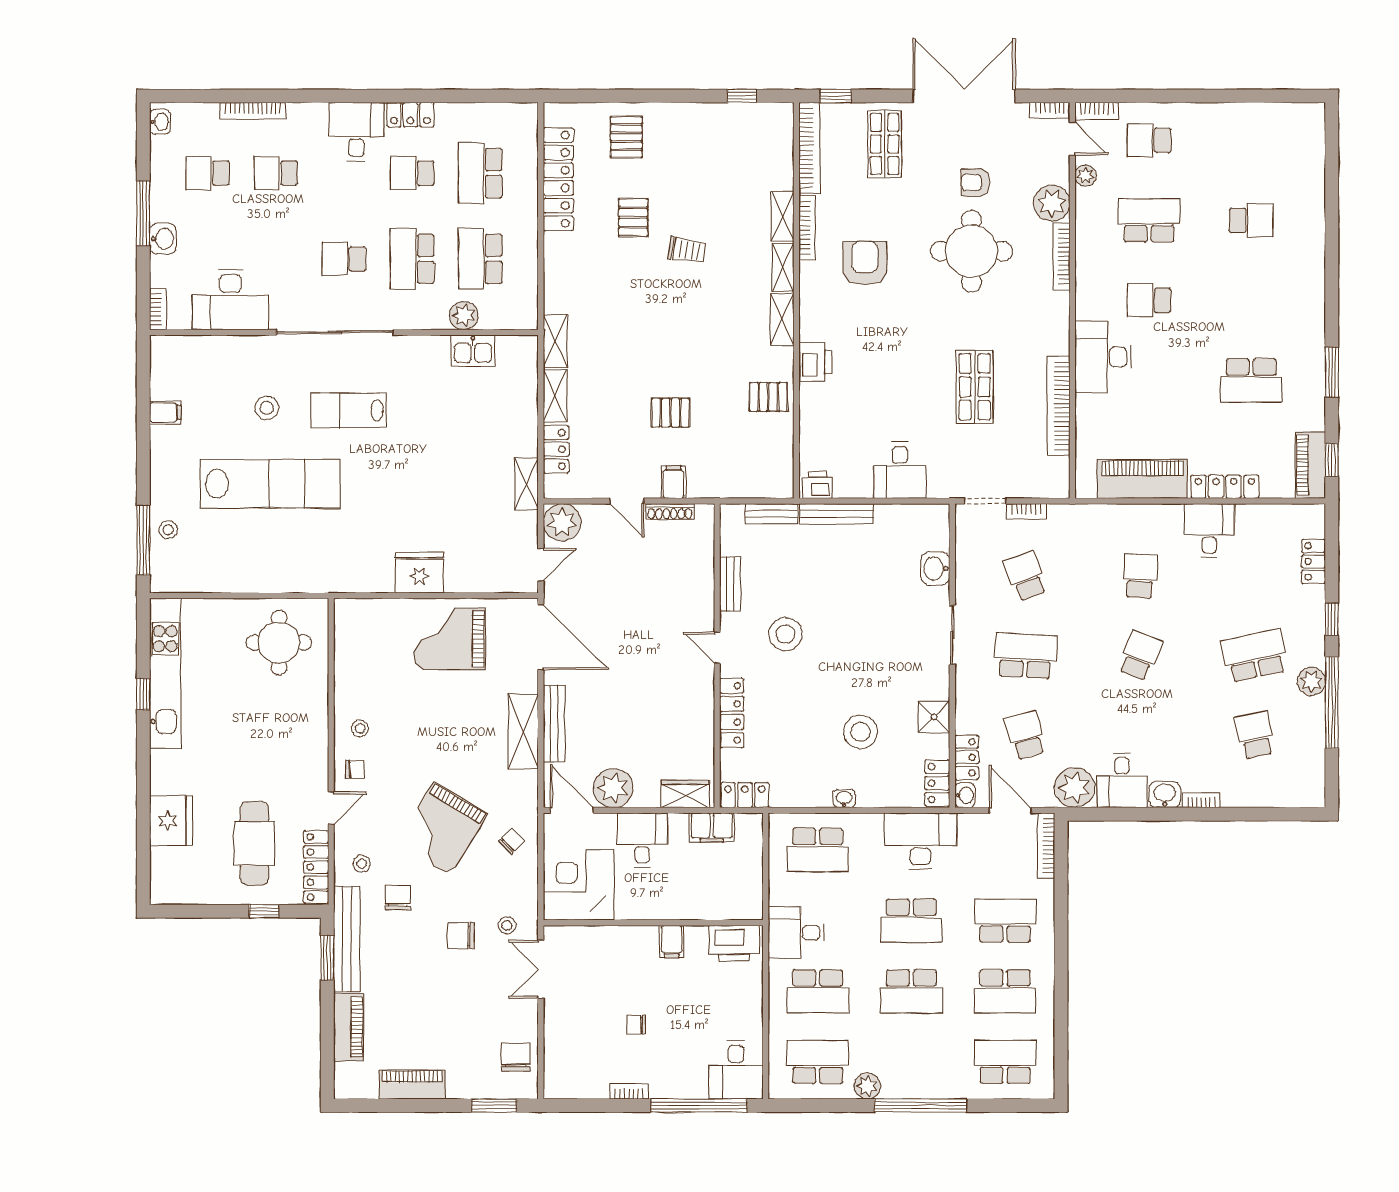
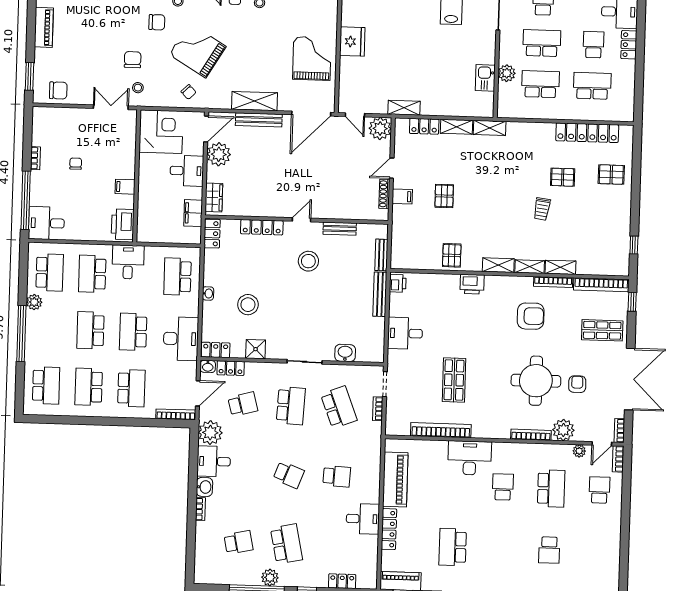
shop shelf: (975, 387) -> (454, 380), turned 90
school desk: (1026, 576) -> (339, 407), width x1.85

